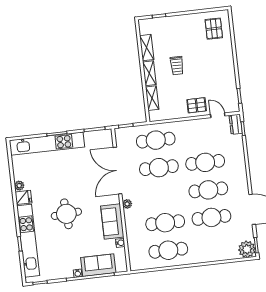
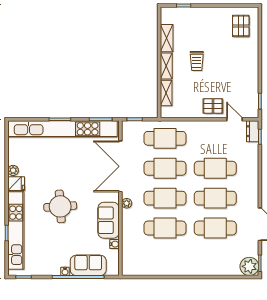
kitchen unit: (47, 144) -> (62, 129), width x1.36
cafe table: (168, 250) -> (165, 198), moved

